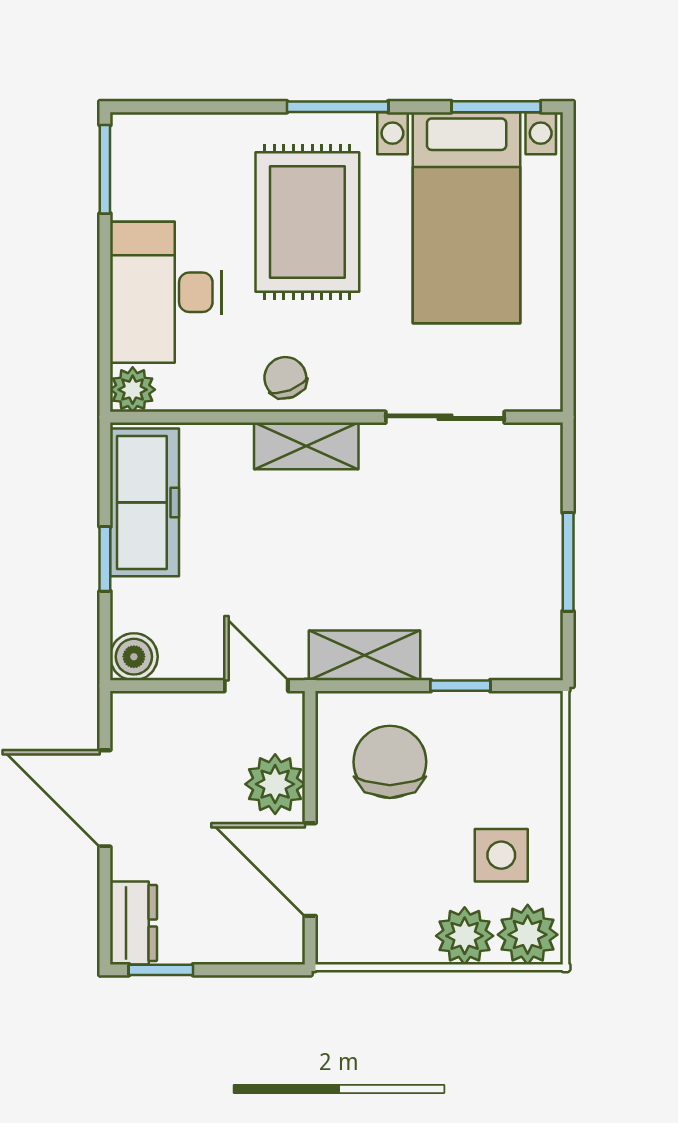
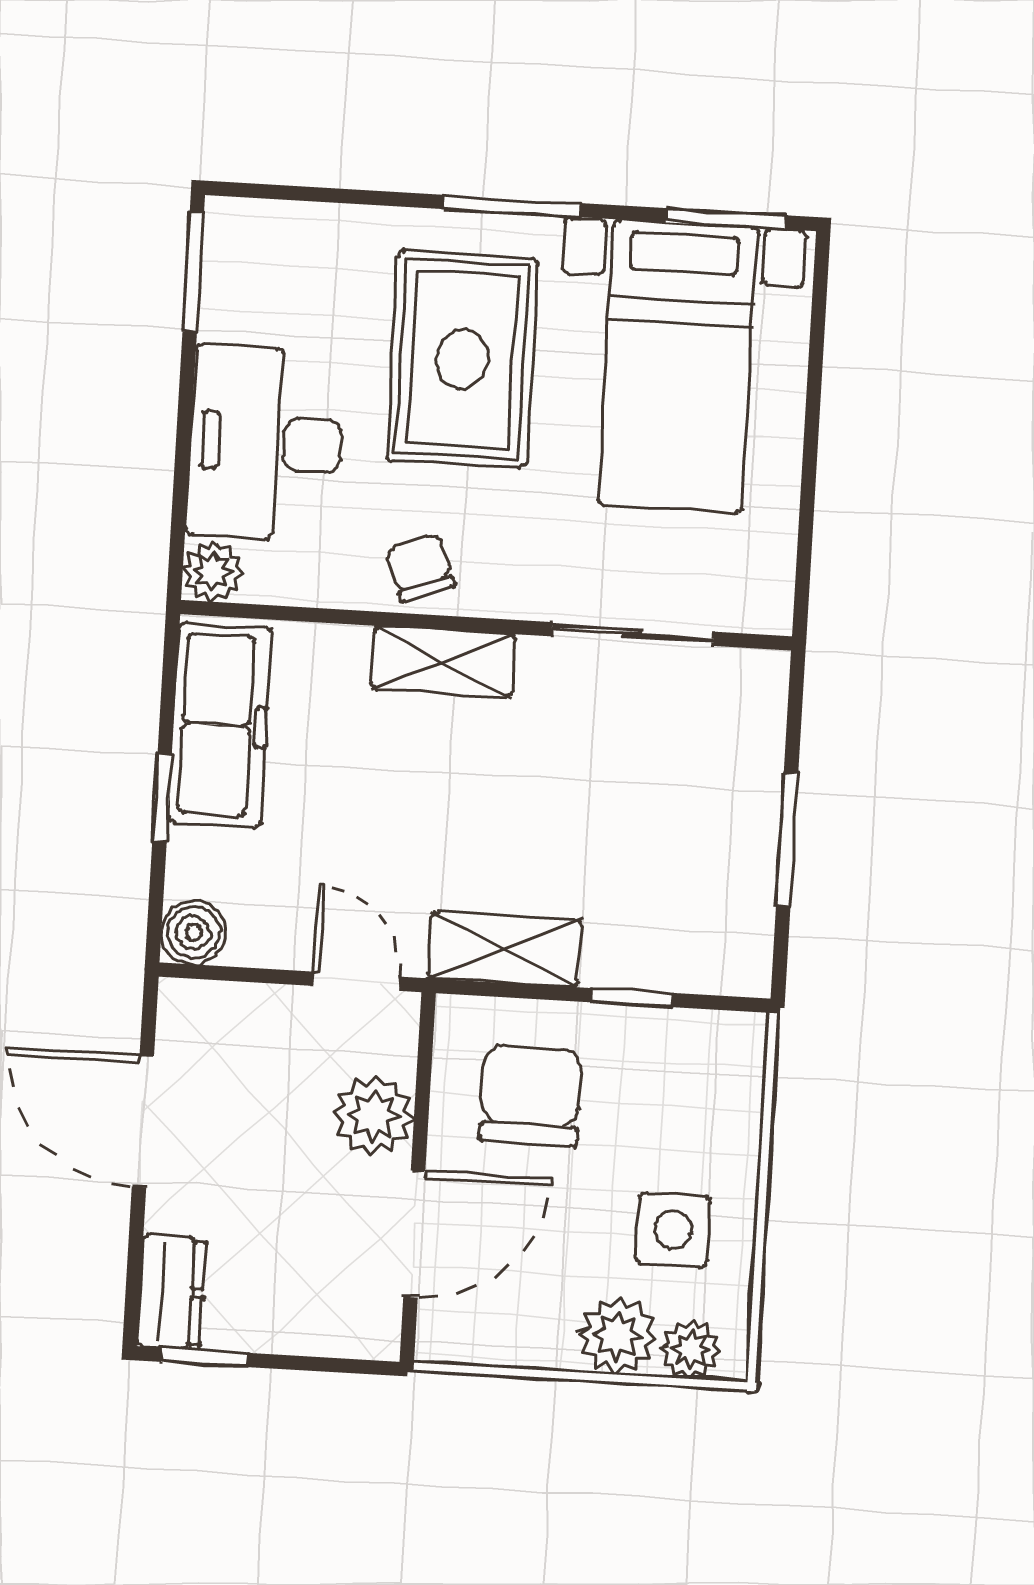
door: (310, 870) -> (414, 1234), swing flipped
plant: (528, 935) -> (691, 1350), width x0.73, depth x0.73

